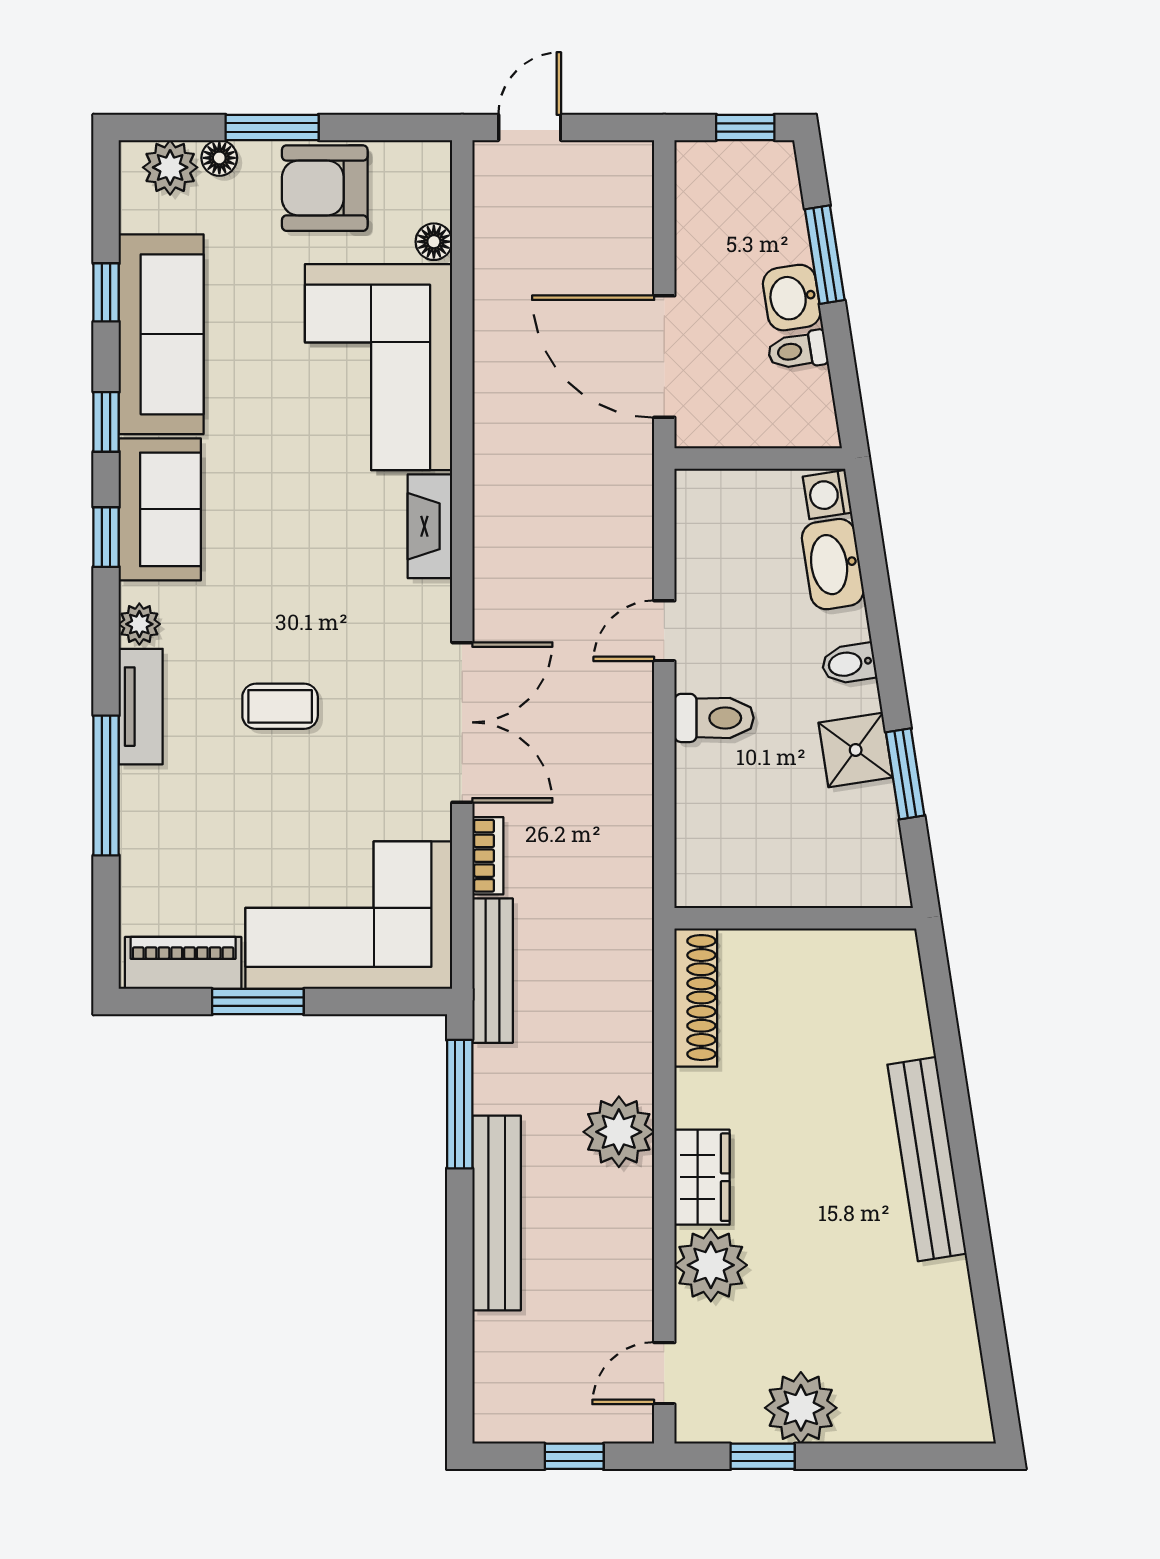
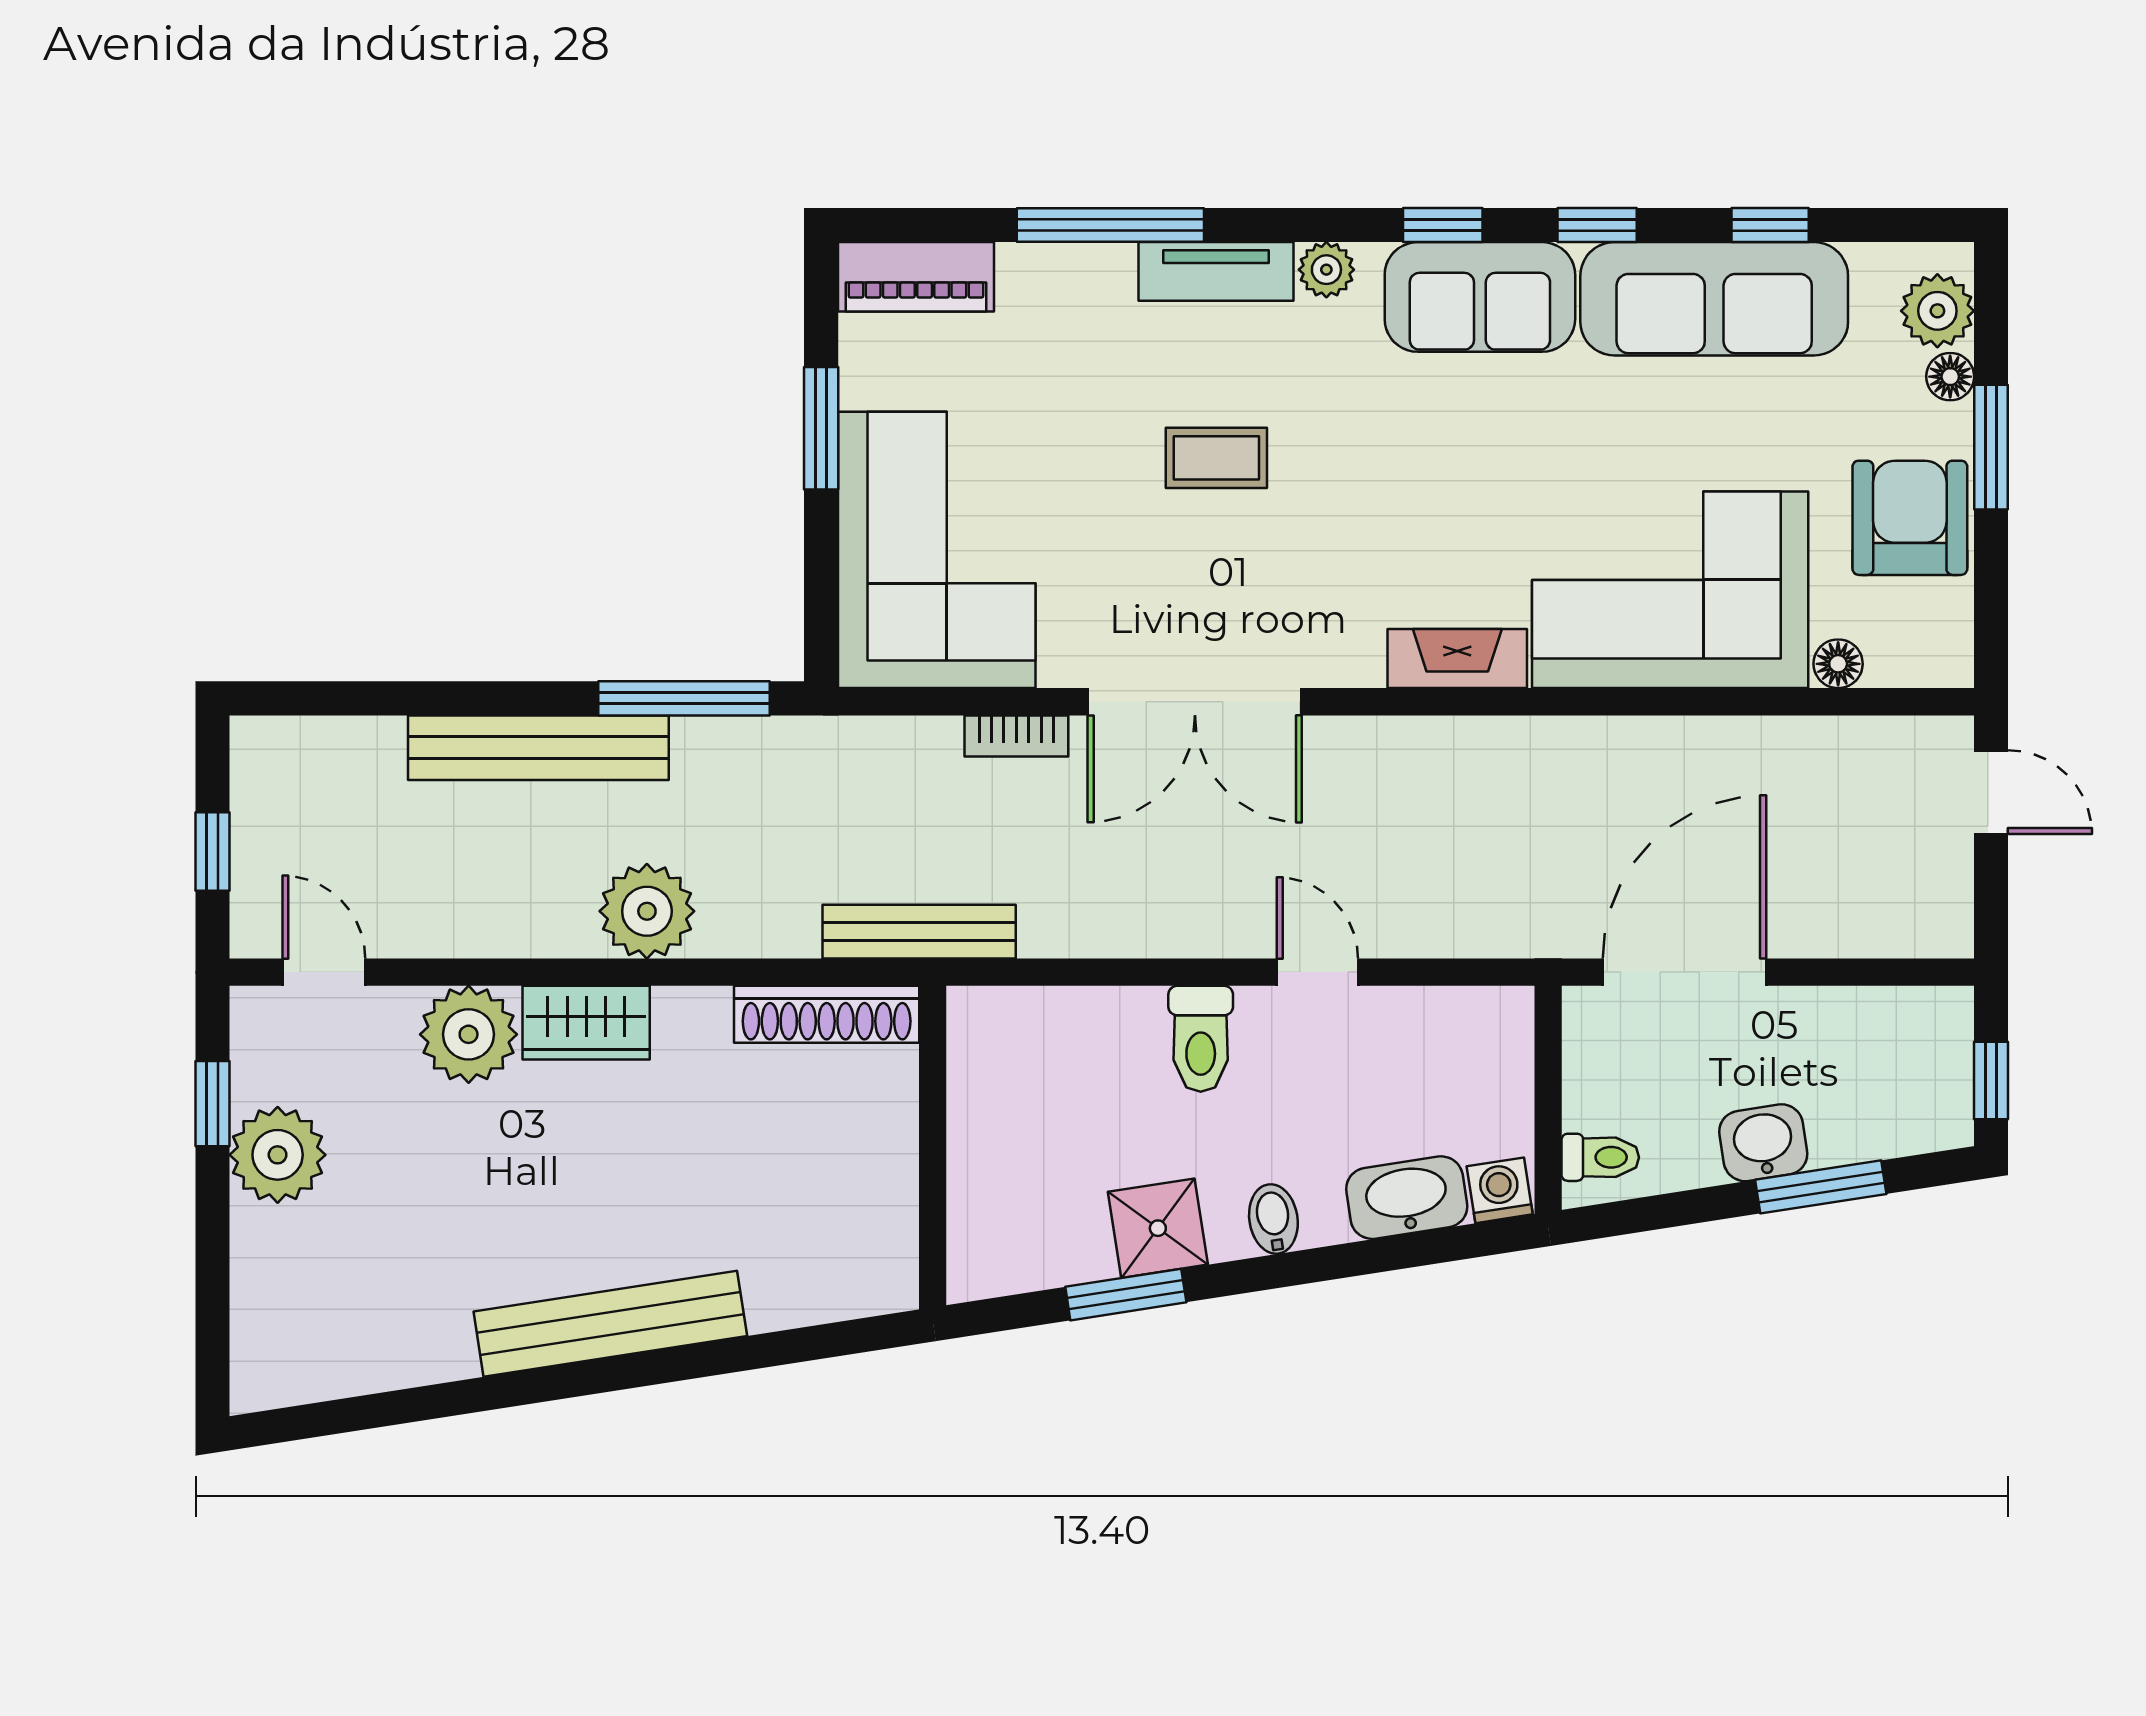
toilet: (798, 350) -> (1600, 1157), moved, turned 99
coffee table: (280, 706) -> (1216, 458), turned 90
piano: (183, 963) -> (916, 277), moved, turned 90
bench: (493, 971) -> (919, 932), moved

